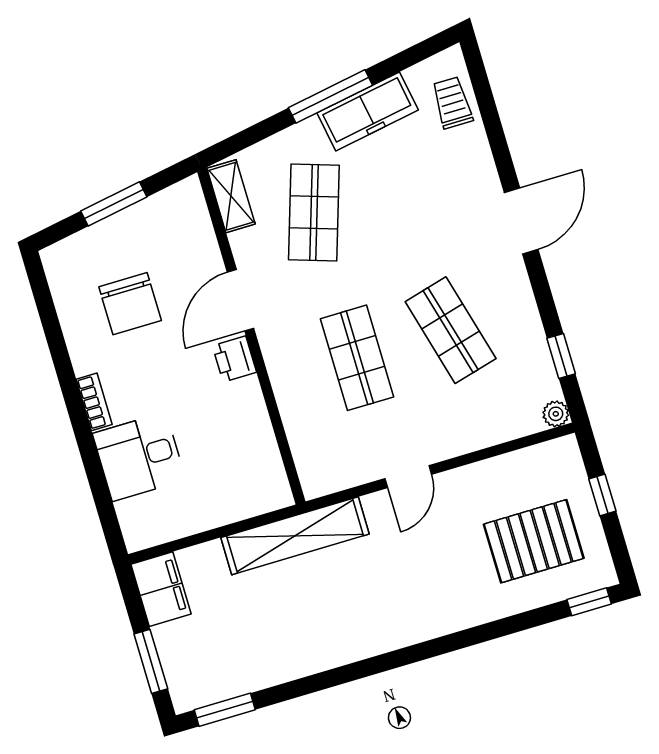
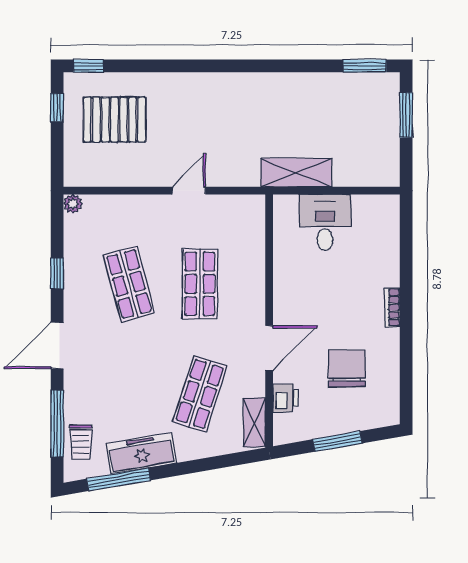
window: (330, 96) -> (119, 479), moved
window: (491, 118) -> (57, 423), added
window: (561, 356) -> (57, 274), moved
printer: (234, 359) -> (285, 398), moved
desk: (139, 457) -> (325, 222), moved, turned -90
window: (602, 495) -> (57, 108), moved
shelving: (295, 536) -> (296, 173), width x0.68
filing cabinet: (161, 589) -> (384, 163), removed

